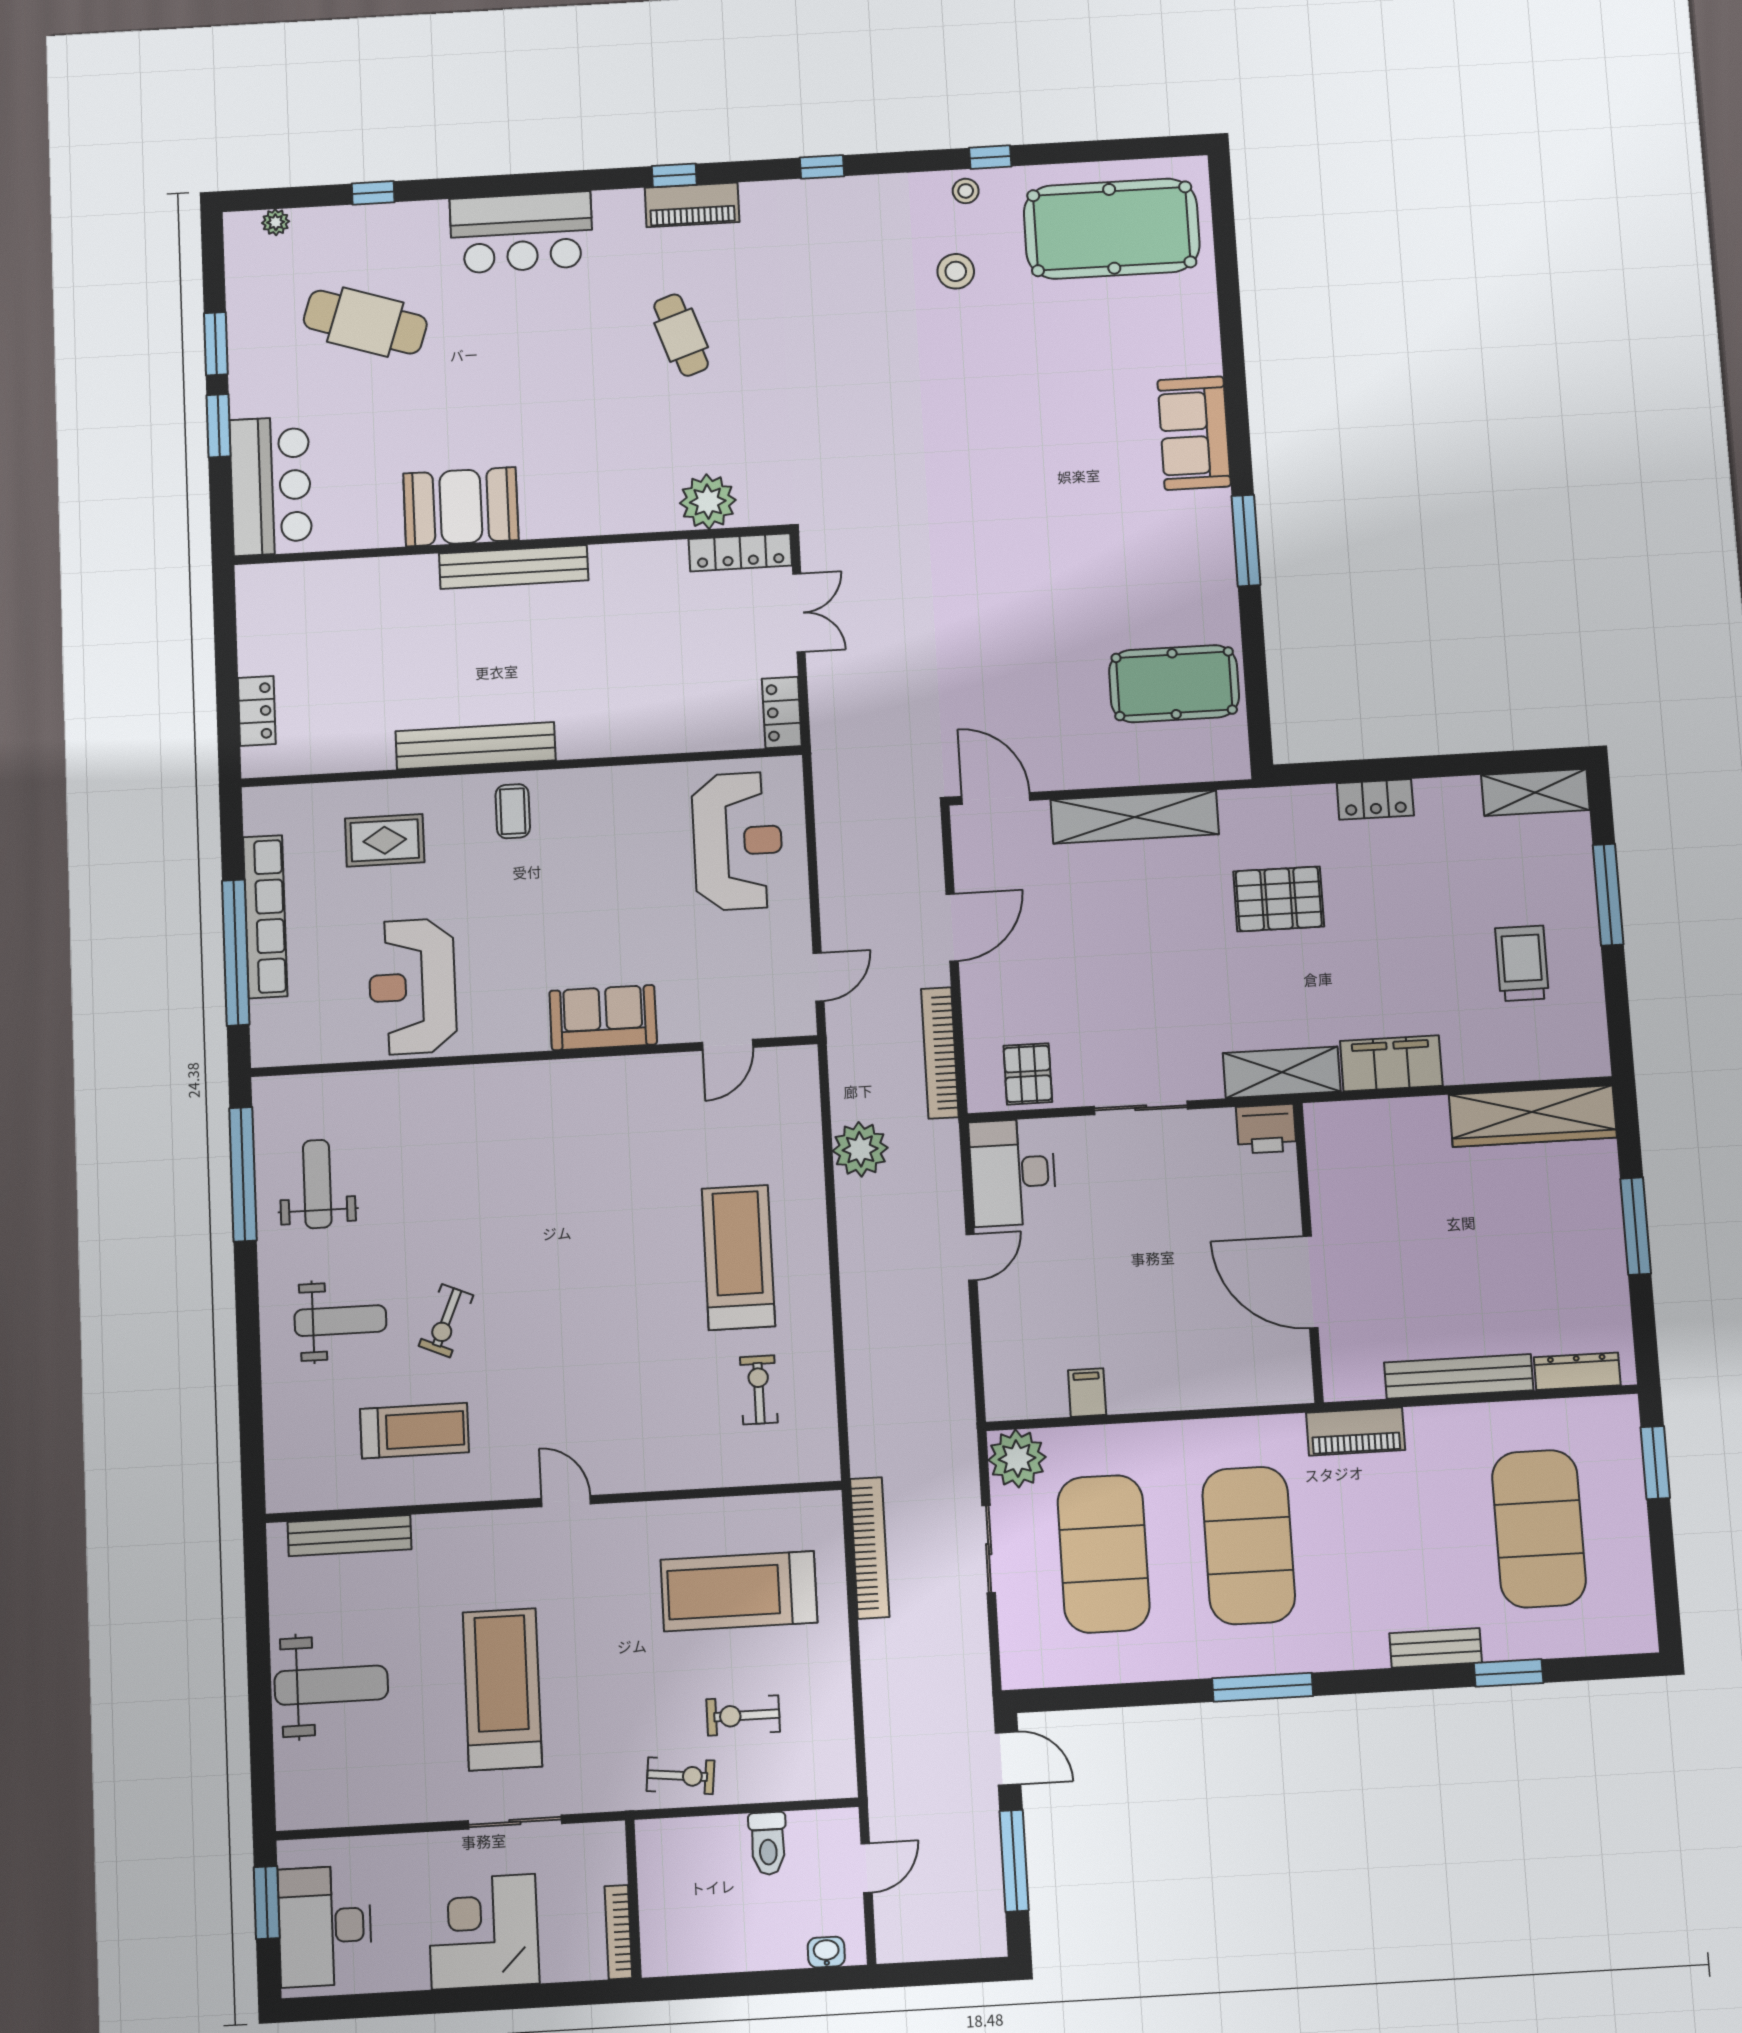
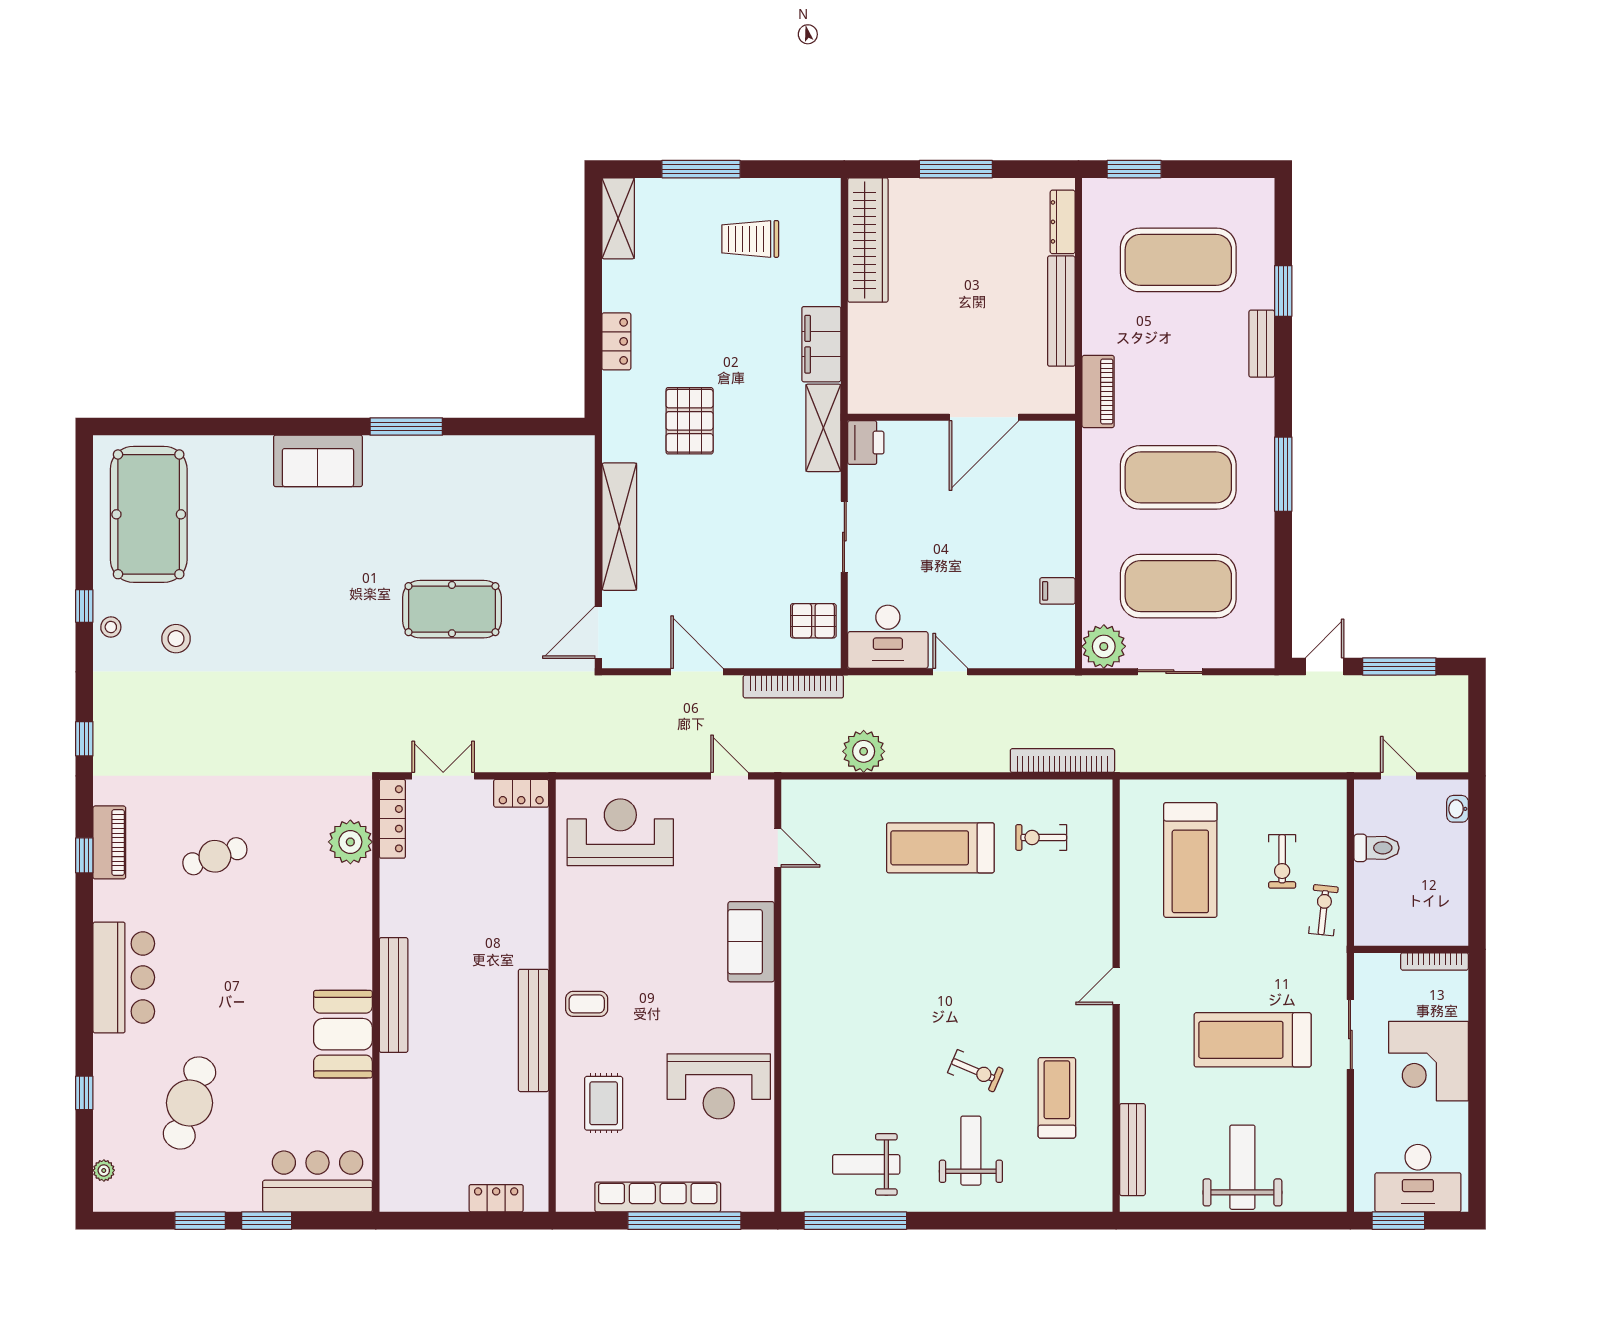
pool table: (1174, 684) -> (452, 609), moved, turned 90
bookcase: (870, 1548) -> (1062, 761), moved

